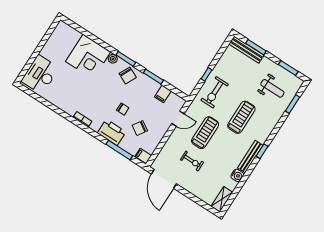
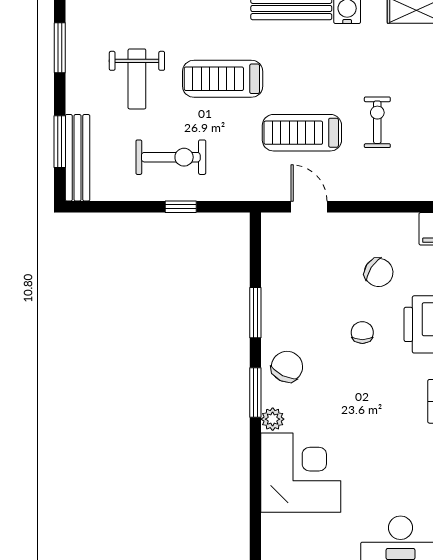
weight bench: (272, 88) -> (137, 79), moved, turned 180
exercise bike: (215, 92) -> (171, 157), moved
filing cabinet: (163, 94) -> (279, 270), removed

